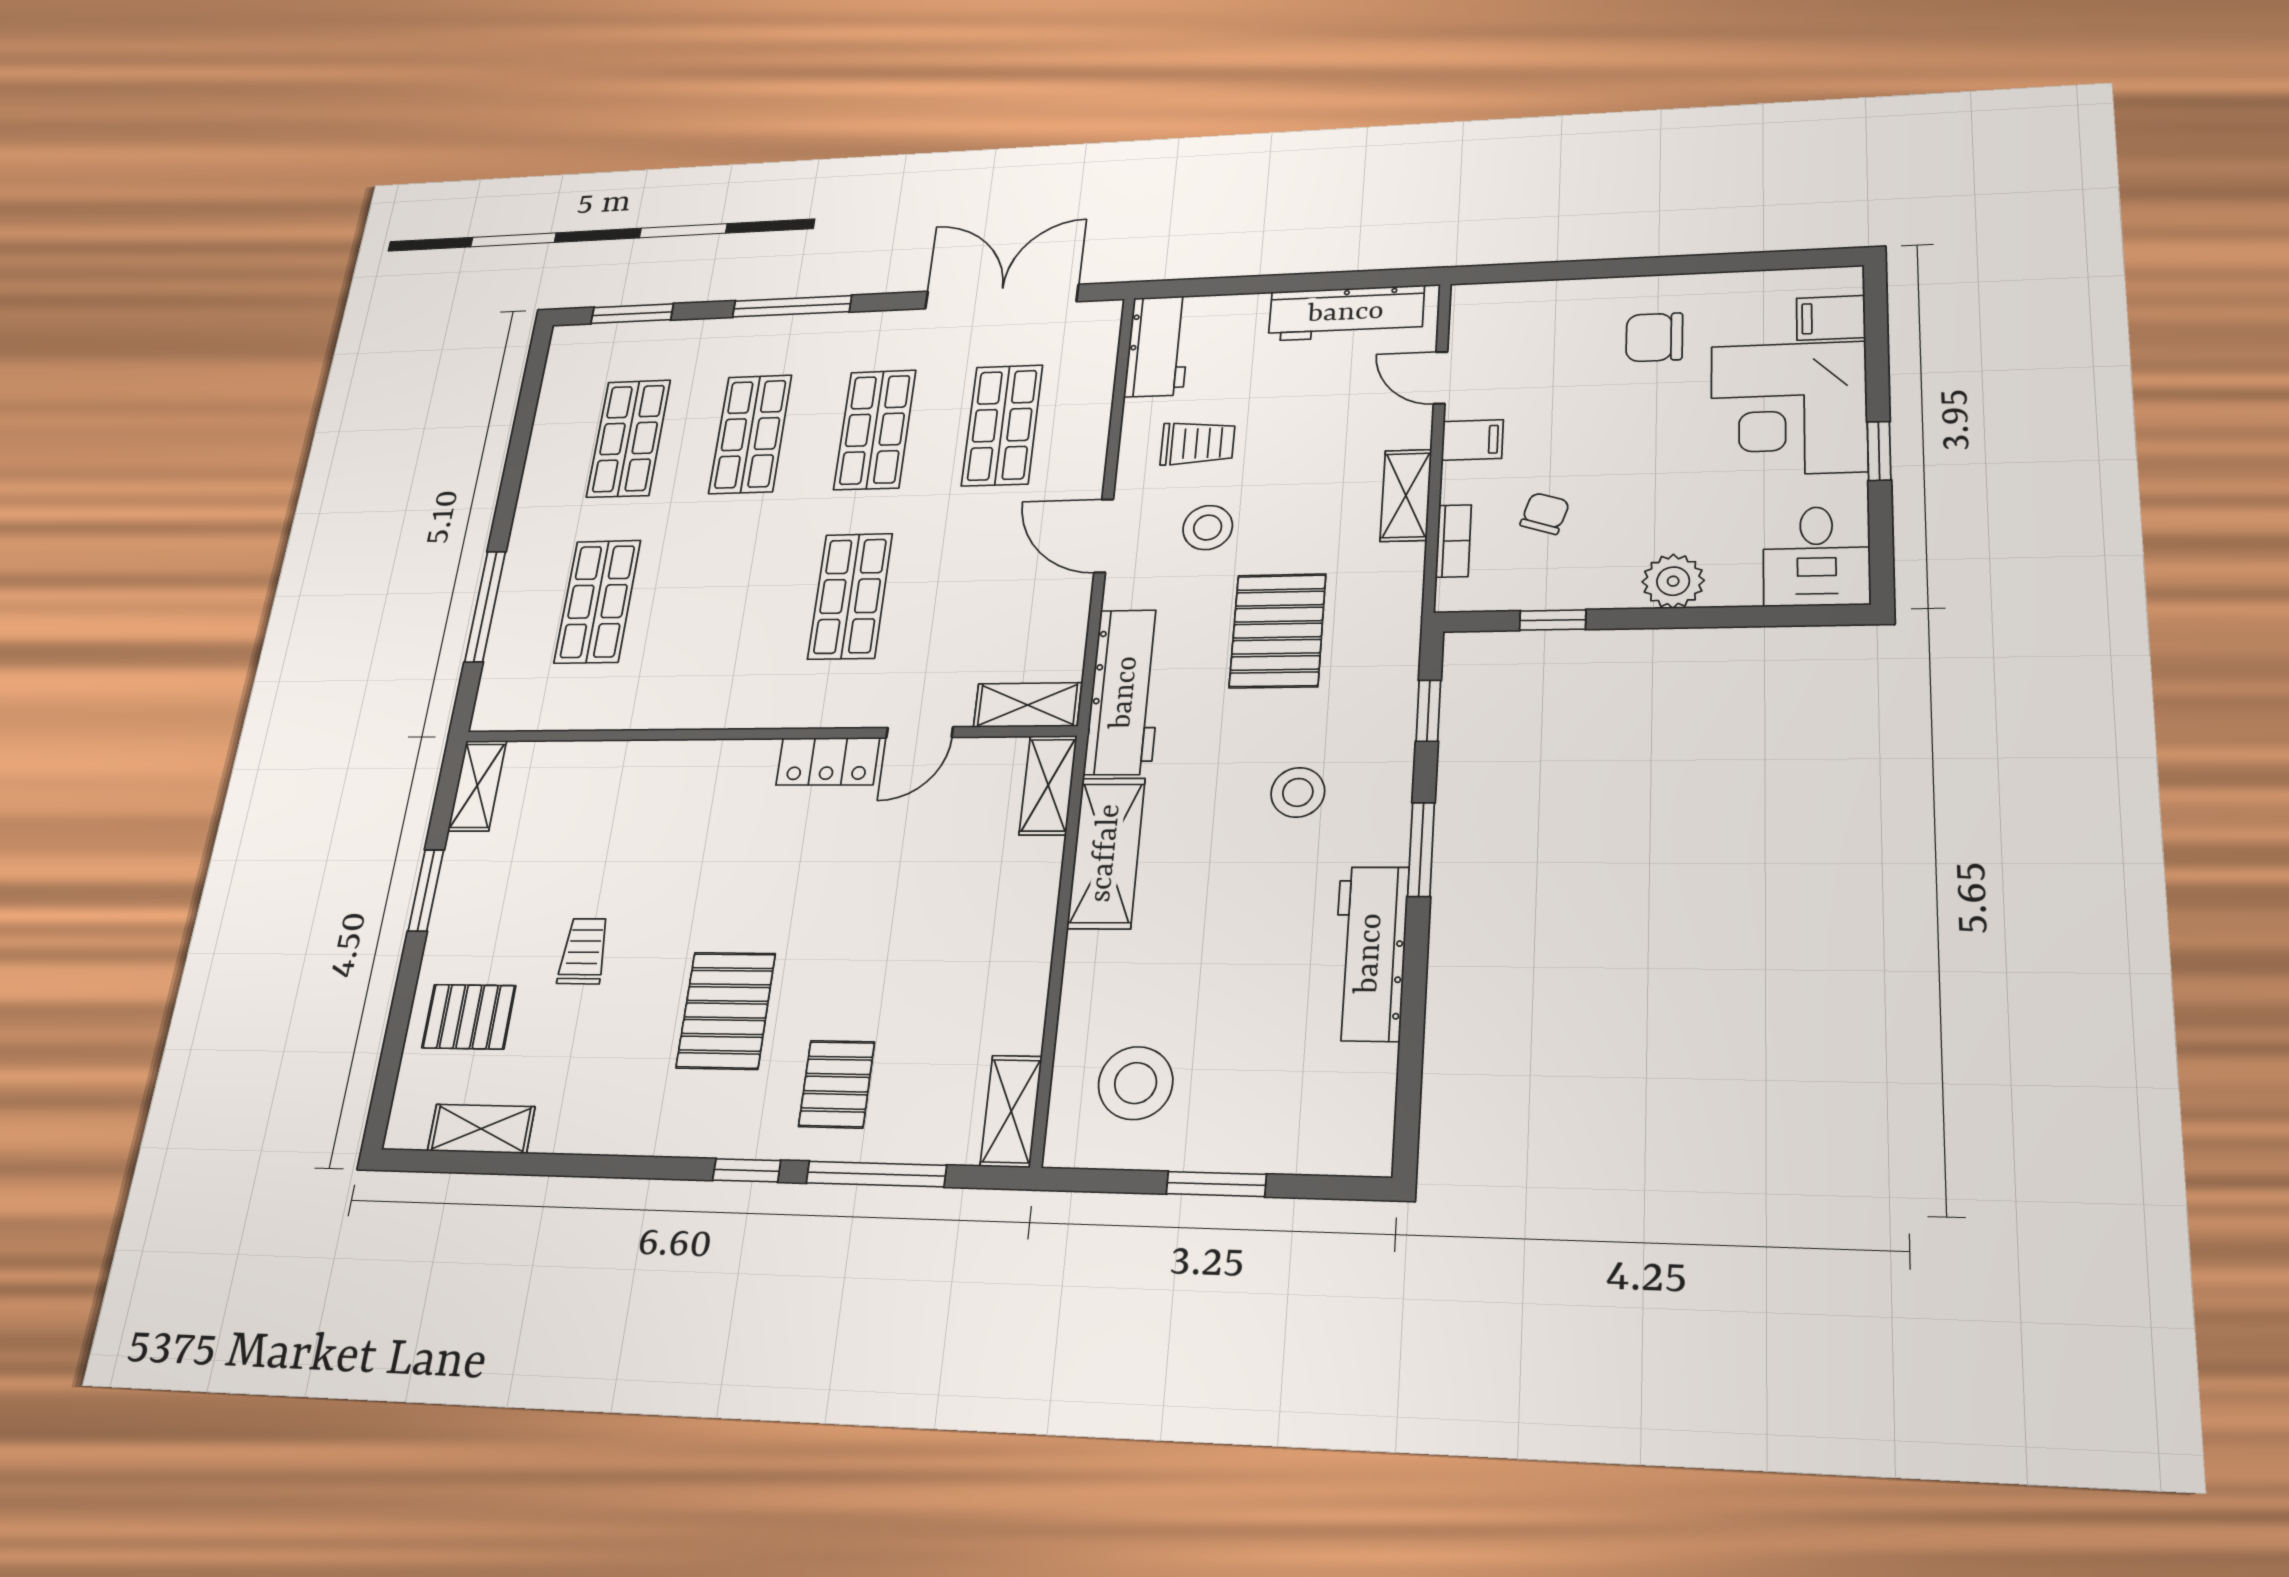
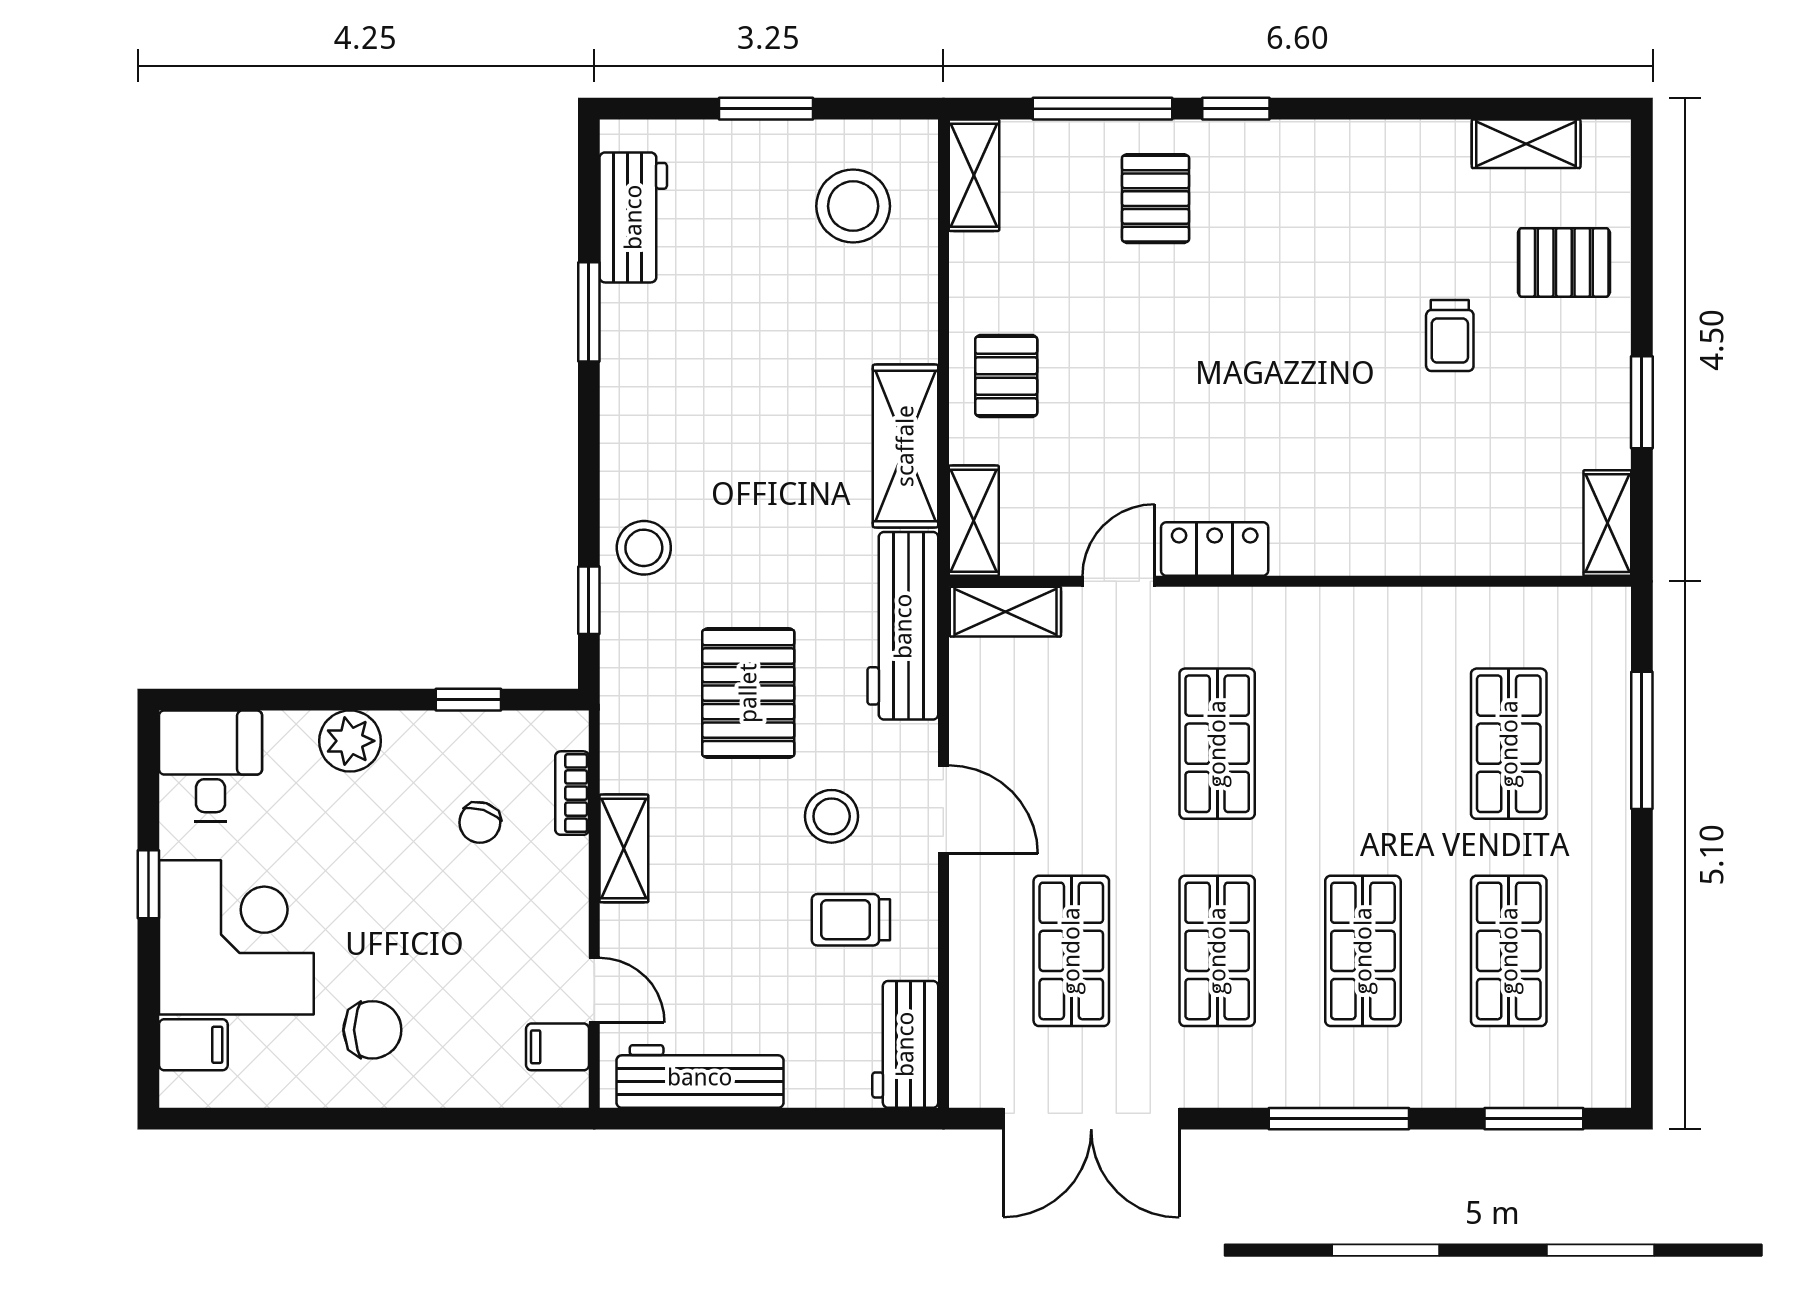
filing cabinet: (1472, 440) -> (558, 1047), moved
stool: (1298, 792) -> (644, 548), moved
window: (1421, 849) -> (589, 312), moved
workbench: (1370, 953) -> (633, 217), moved, width x0.73
pallet: (726, 1010) -> (1006, 376), moved, width x0.67, depth x0.71

